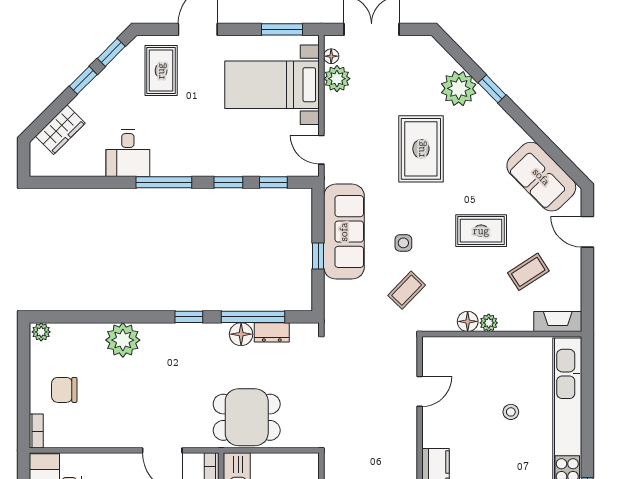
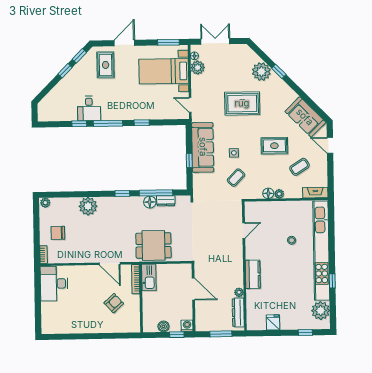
wardrobe: (60, 130) -> (53, 97), removed
rug: (421, 149) -> (242, 103), turned 90
window: (273, 182) -> (79, 124), moved

